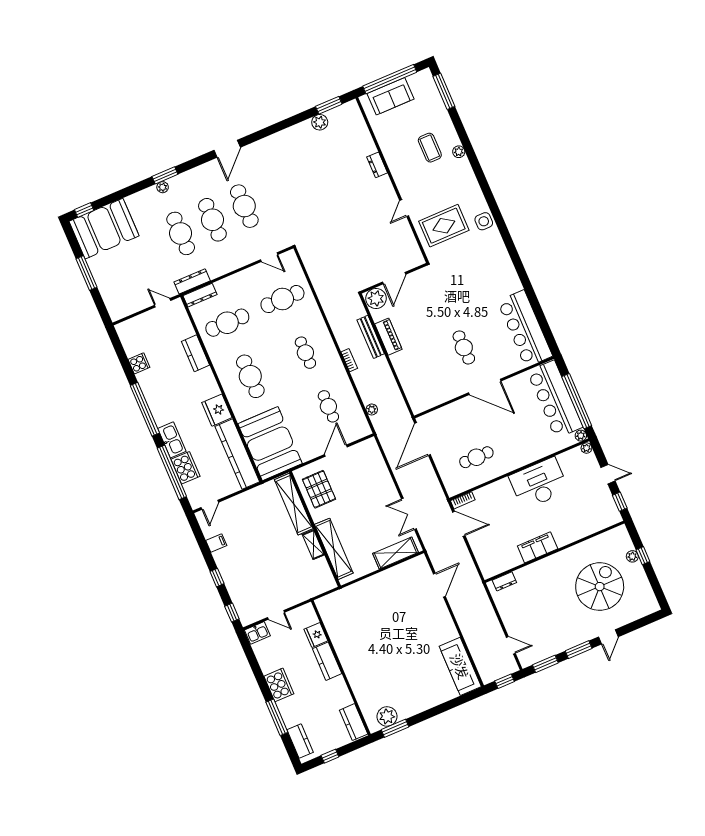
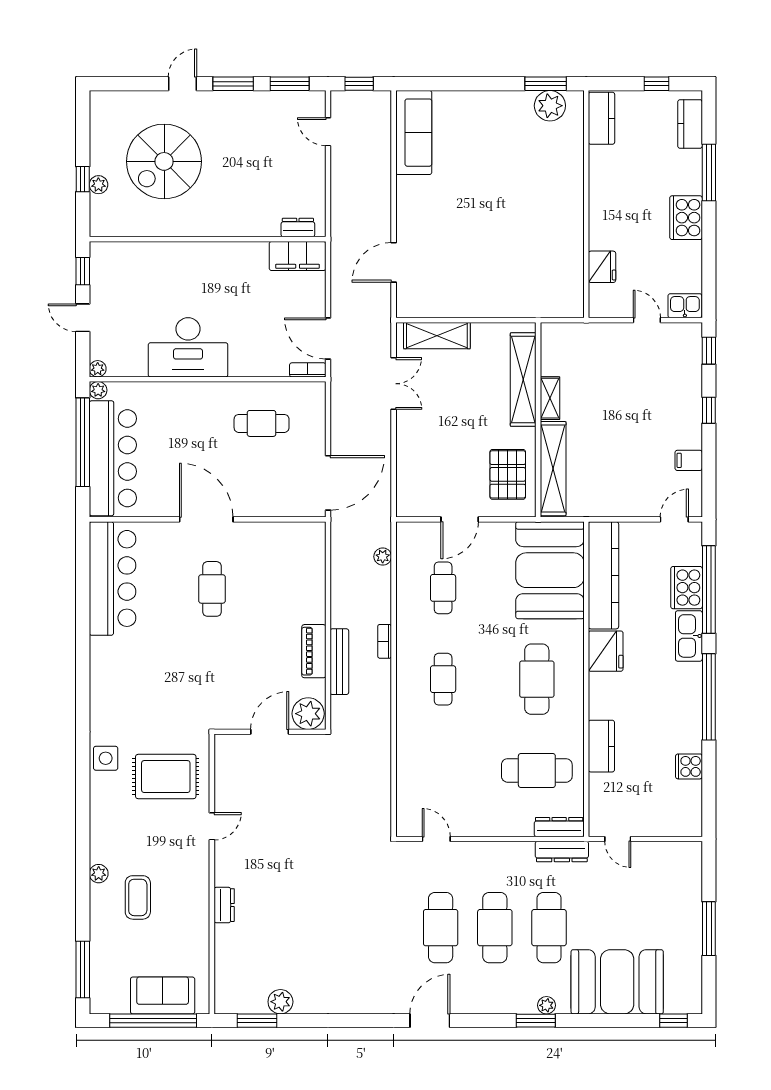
booth: (104, 229) -> (617, 982), moved
cafe table: (282, 299) -> (443, 770), removed
filing cabinet: (538, 547) -> (298, 256), moved
kitchen counter: (327, 661) -> (602, 222), removed

